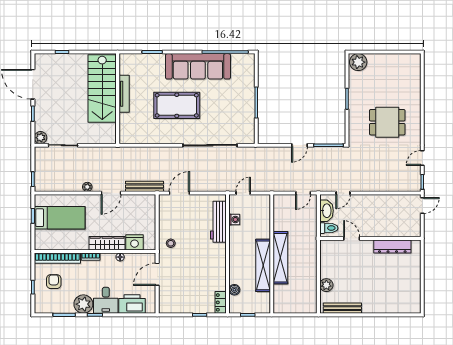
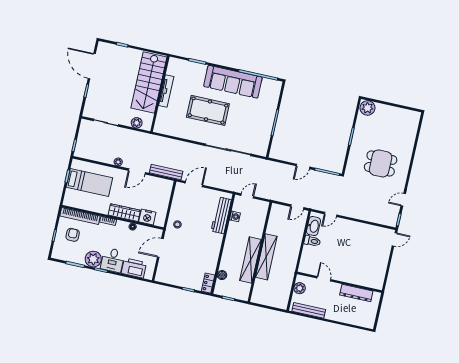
plant: (41, 138) -> (137, 123), moved
door: (352, 238) -> (324, 279), moved
wall: (370, 238) -> (339, 282), moved
dresser: (392, 246) -> (356, 293), moved

